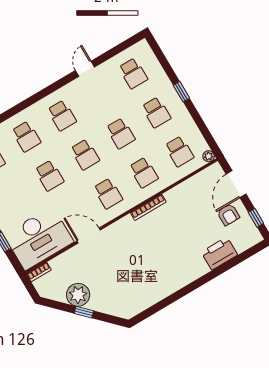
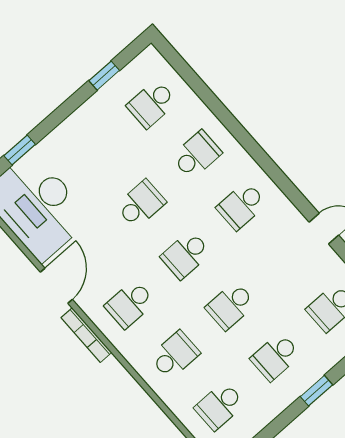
school desk: (26, 137) -> (197, 155), turned 180
school desk: (144, 172) -> (175, 355), turned 180
school desk: (49, 176) -> (141, 204), turned 180
bookcase: (148, 207) -> (86, 335), moved

